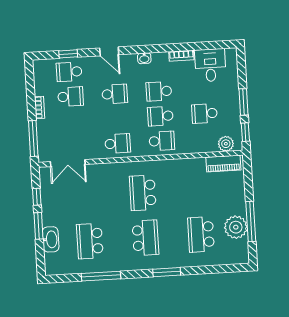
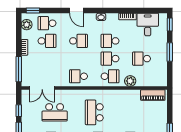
window: (68, 54) -> (33, 10), moved
plant: (41, 75) -> (27, 25), added
window: (245, 132) -> (170, 24), moved
school desk: (118, 144) -> (79, 76), turned 180
plant: (226, 144) -> (130, 81), moved
school desk: (87, 196) -> (55, 112), added

